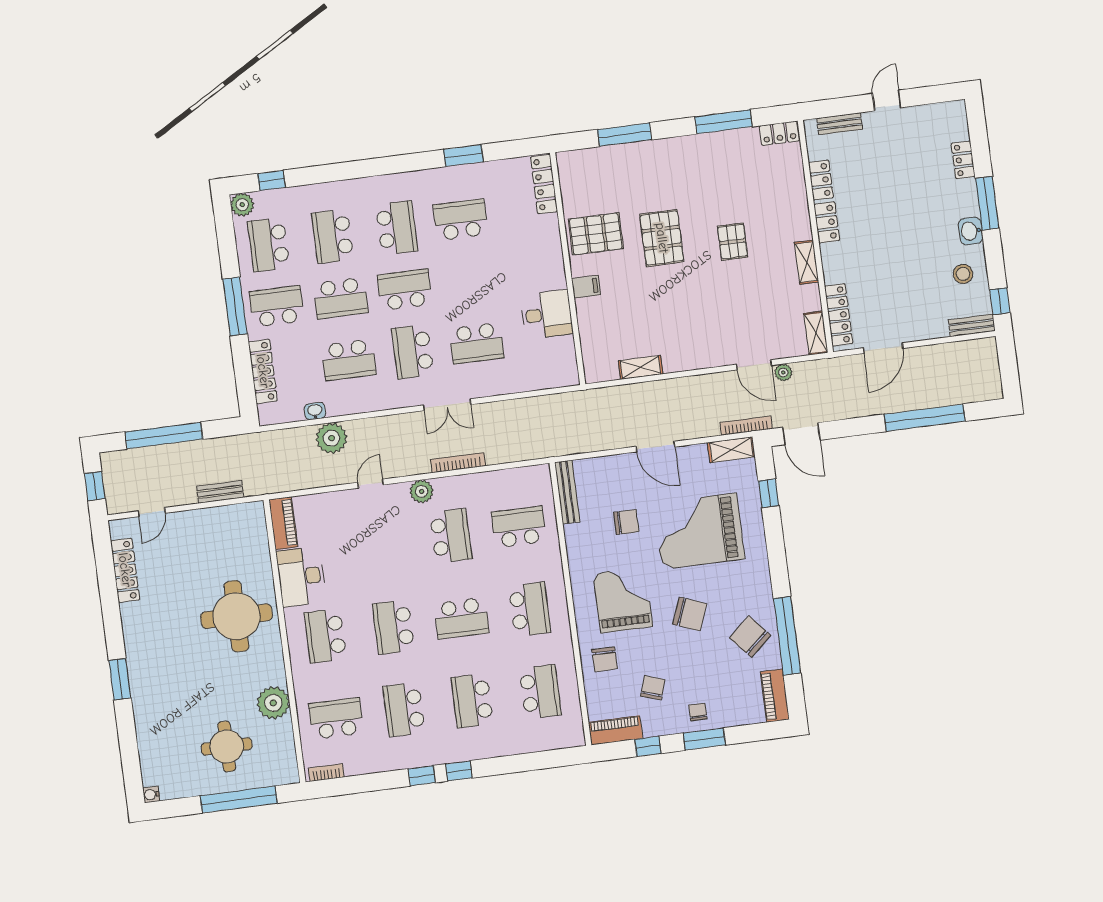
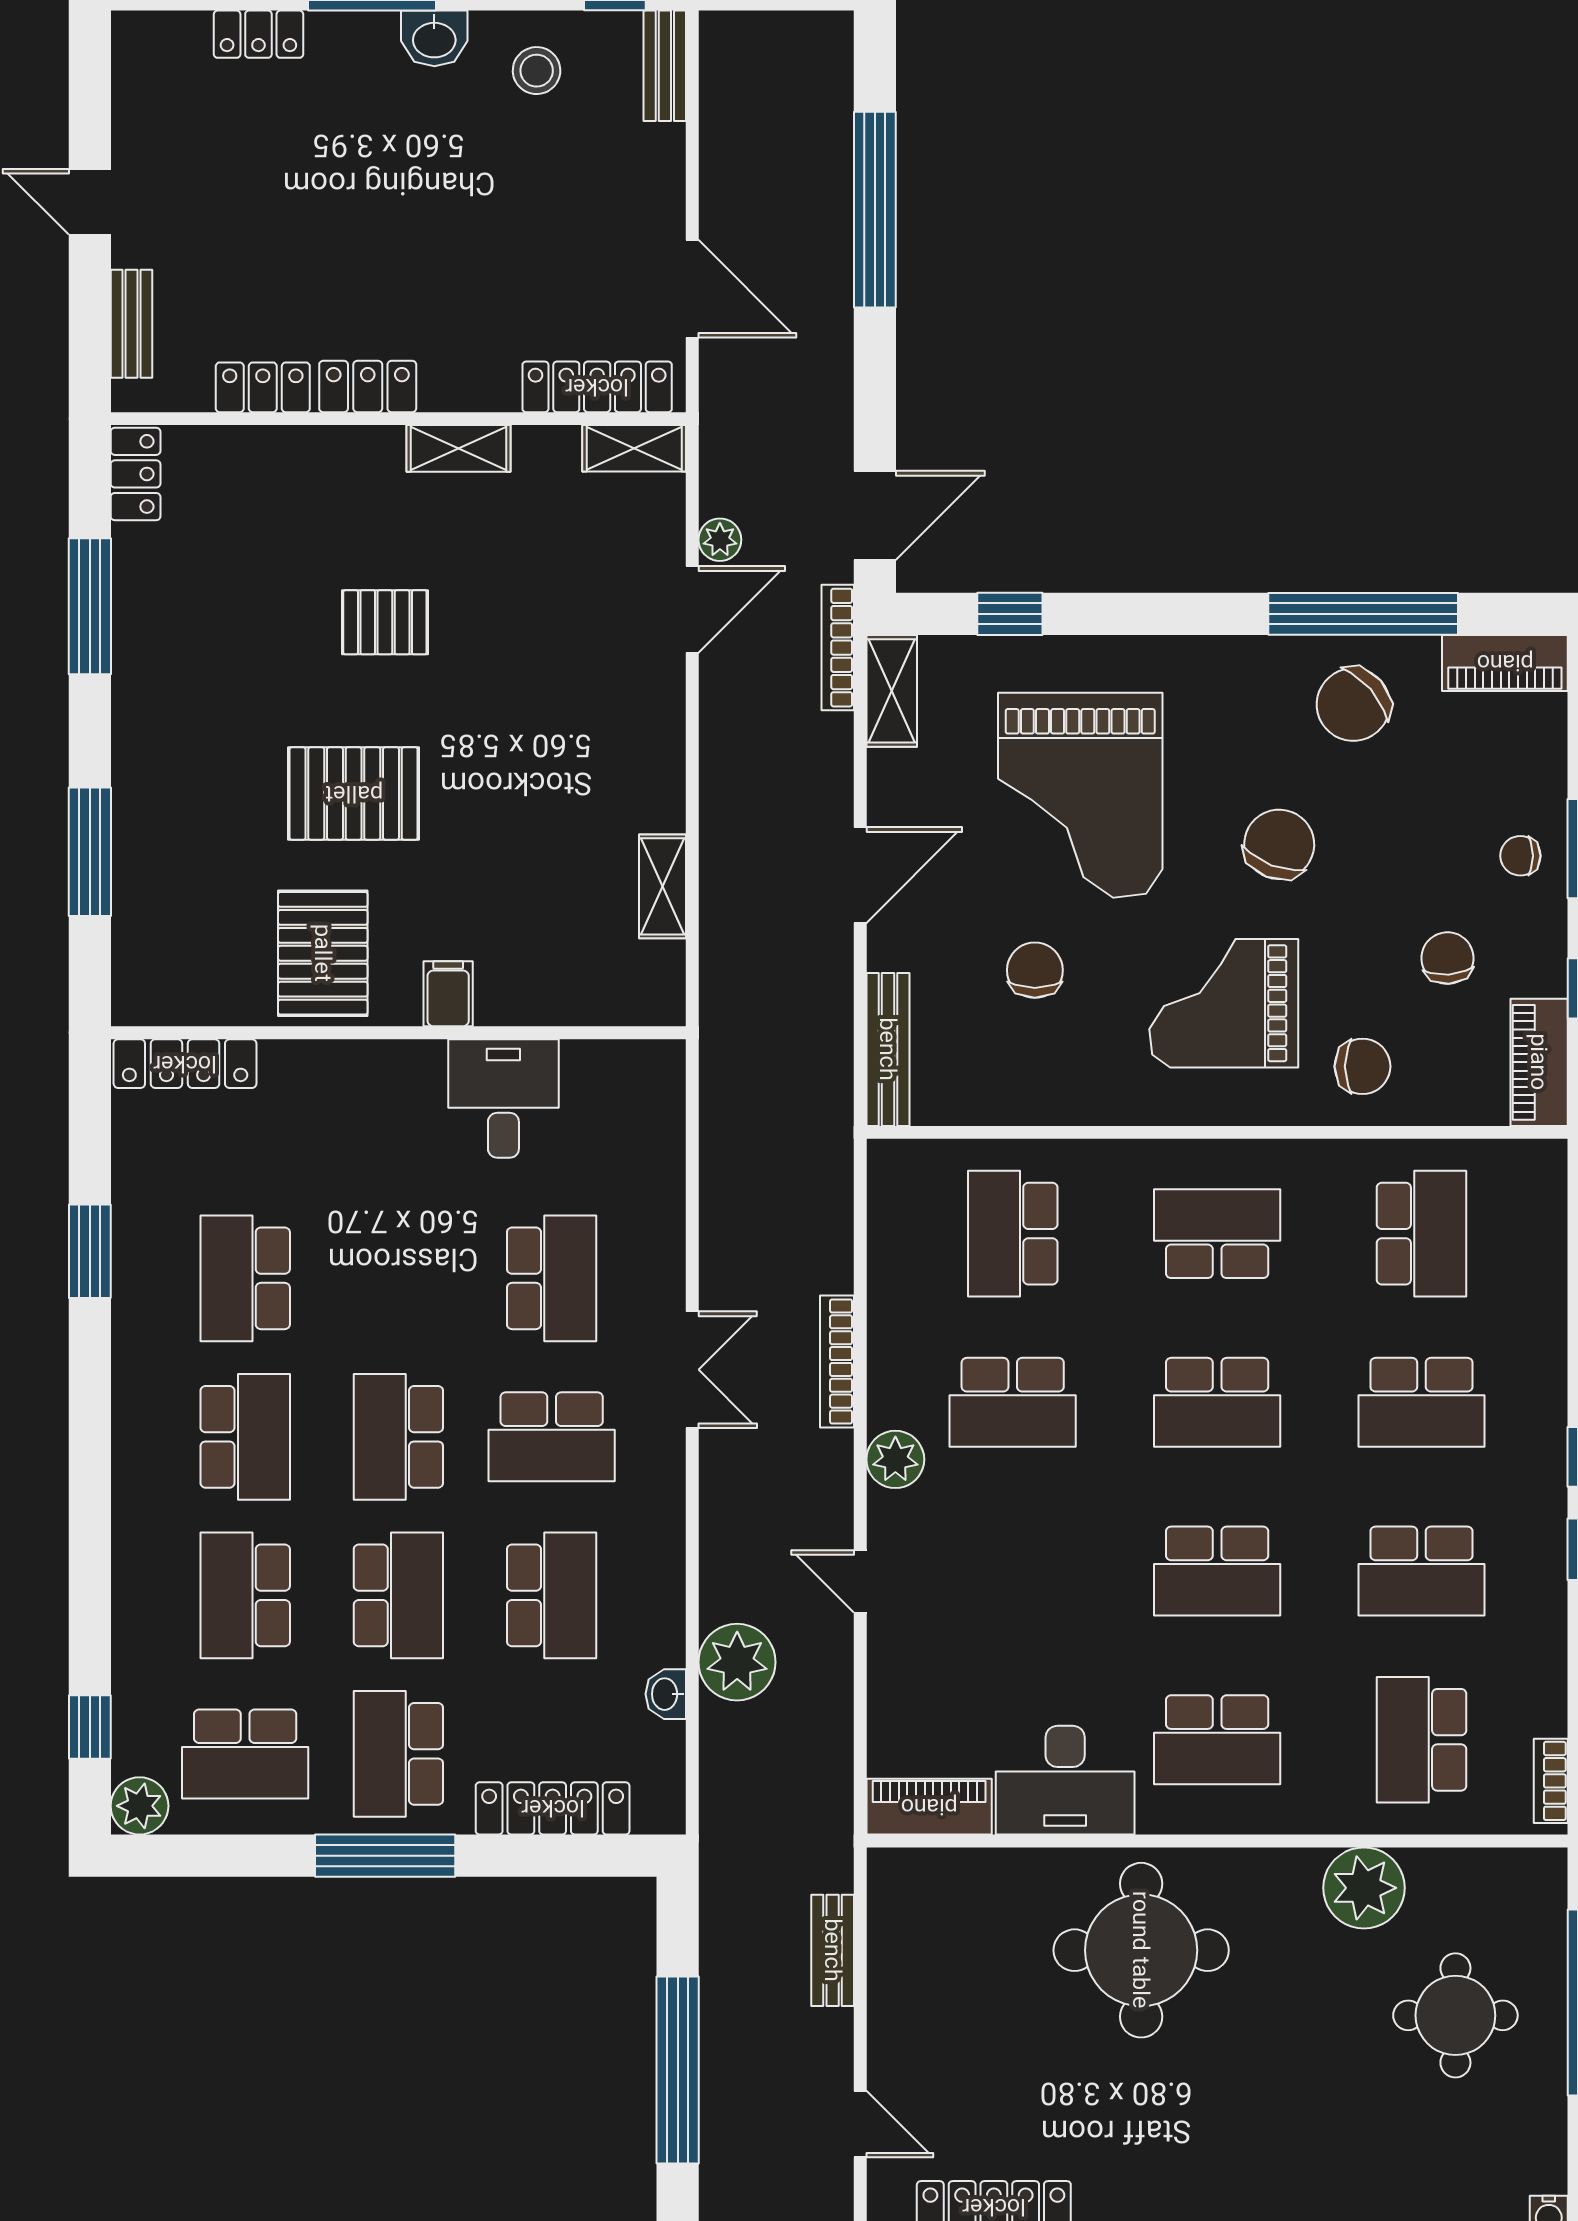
school desk: (397, 228) -> (245, 1437), turned 90
school desk: (333, 236) -> (245, 1595), turned 90
bench: (567, 492) -> (888, 1049), moved, turned 90
school desk: (451, 536) -> (1013, 1402), turned 180
school desk: (461, 618) -> (1217, 1402), turned 90
chair: (653, 688) -> (1447, 958), turned 68
school desk: (540, 692) -> (1421, 1234), turned 90

